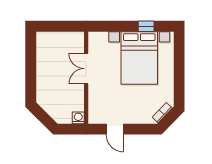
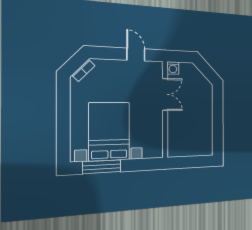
window: (146, 26) -> (102, 167), width x2.17
double door: (86, 69) -> (165, 94), moved

